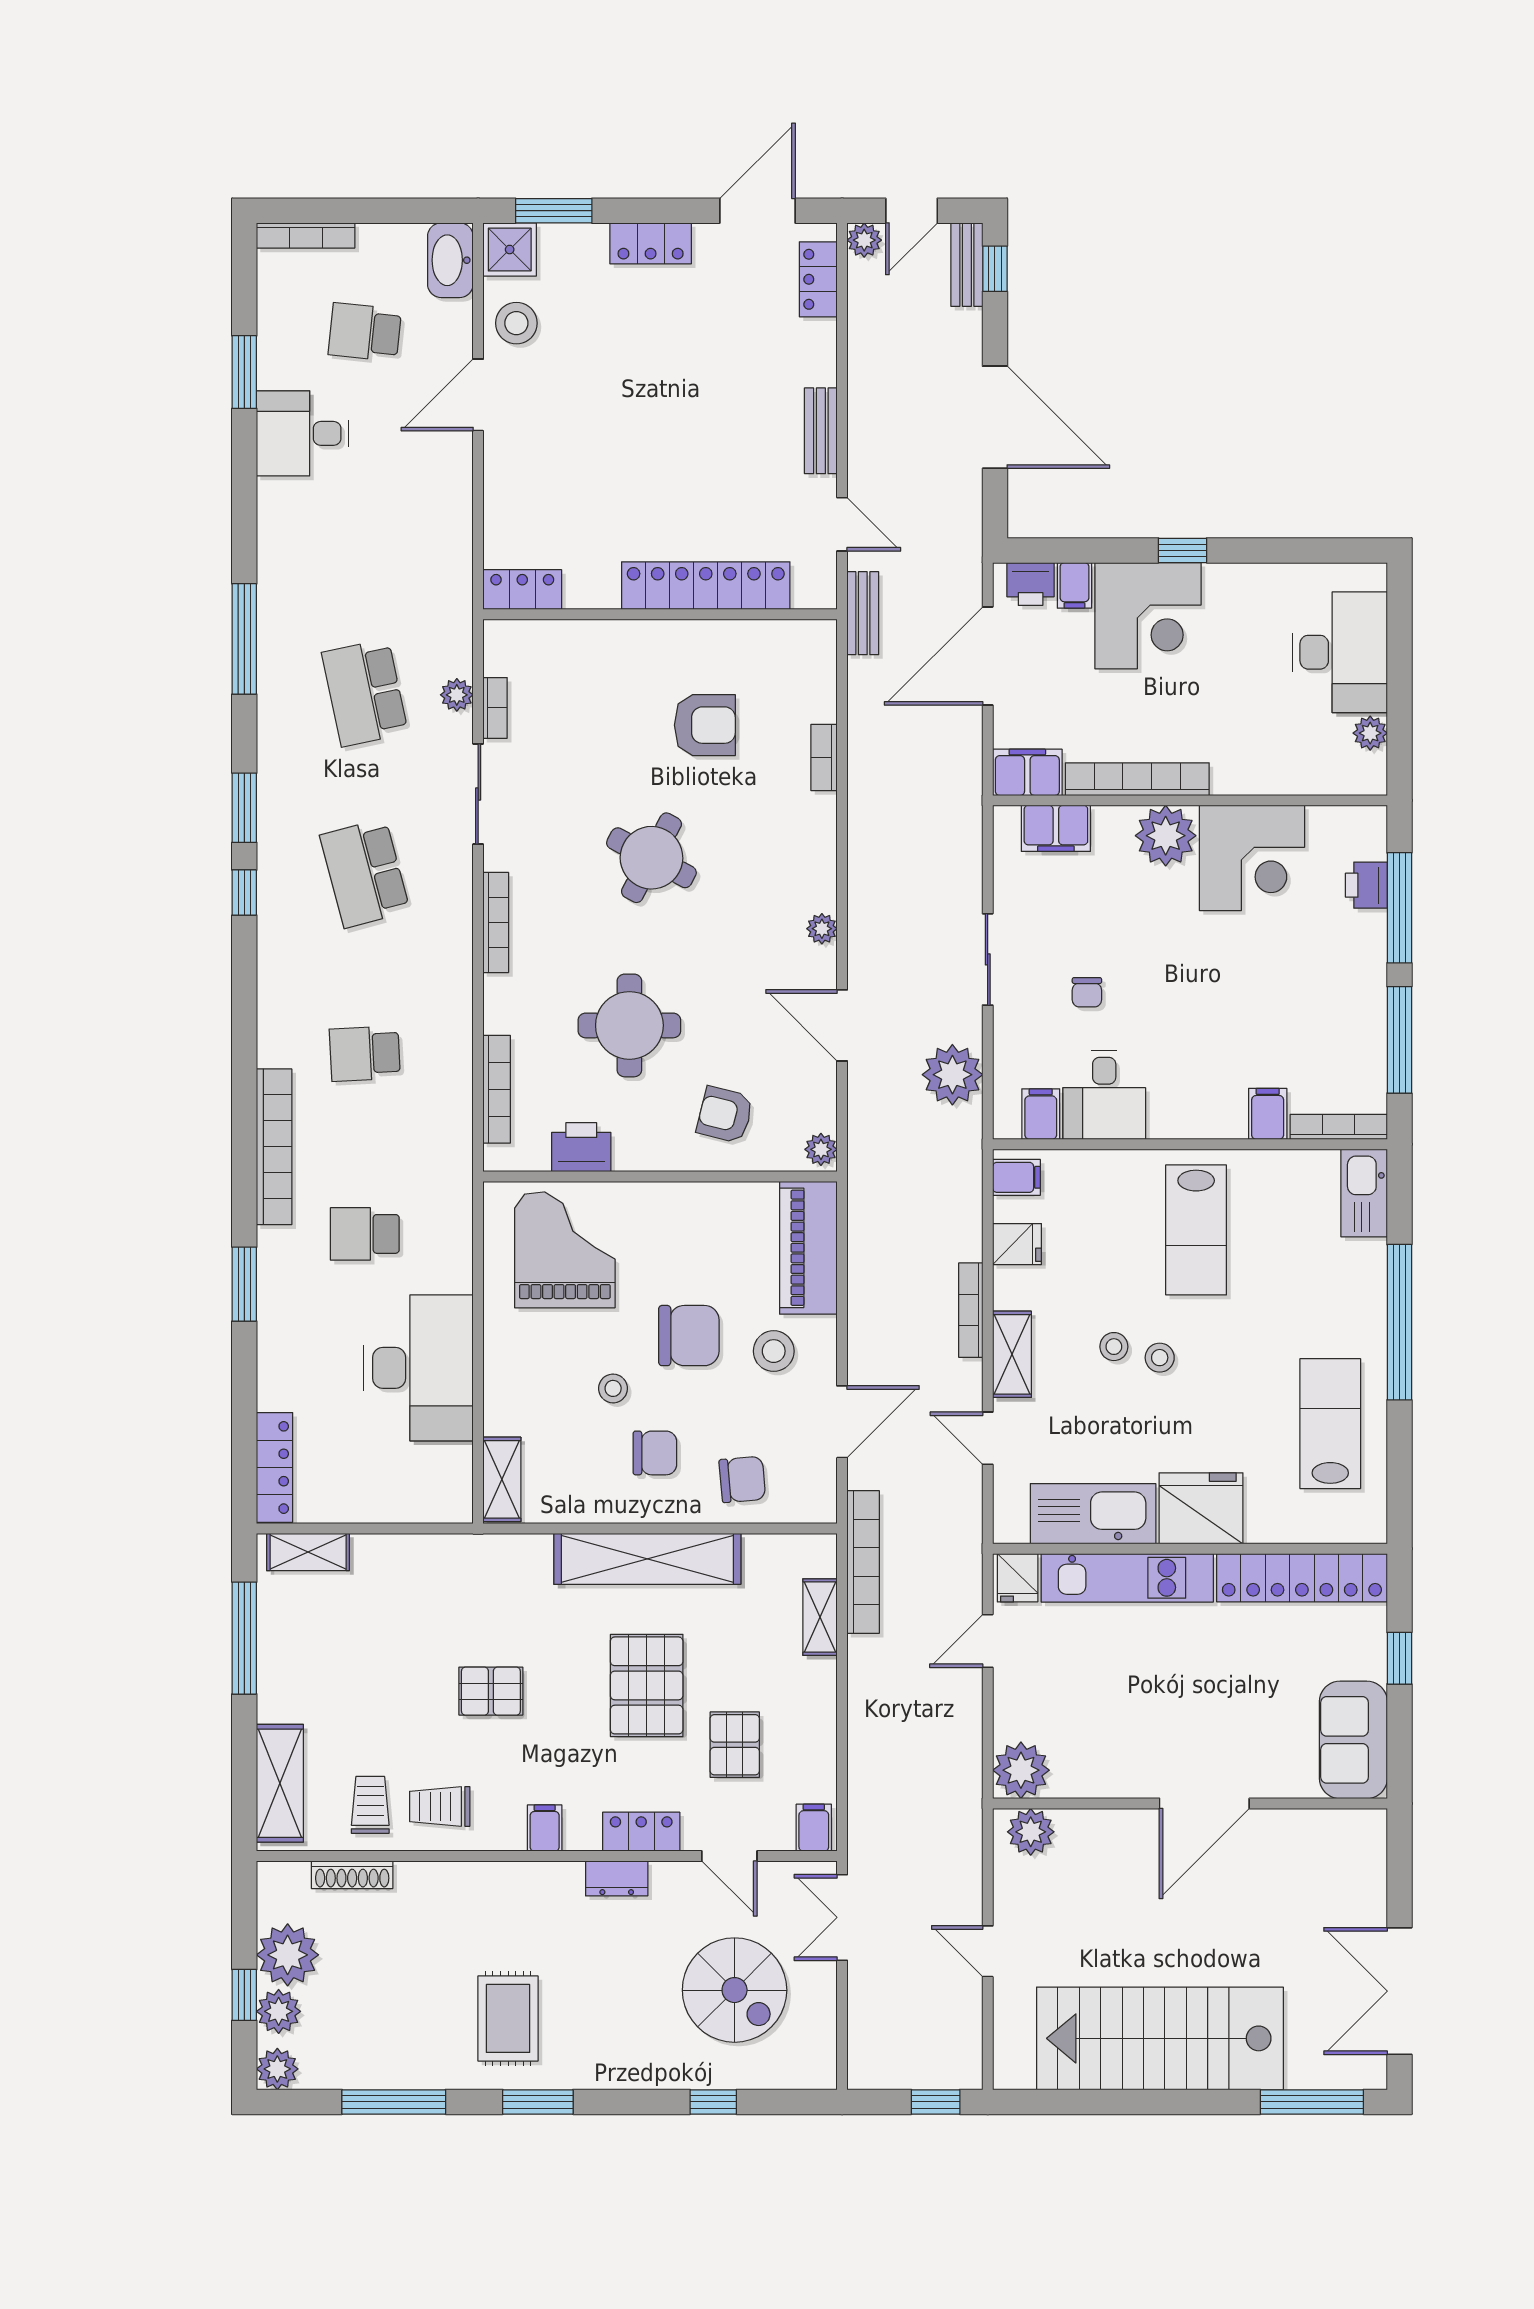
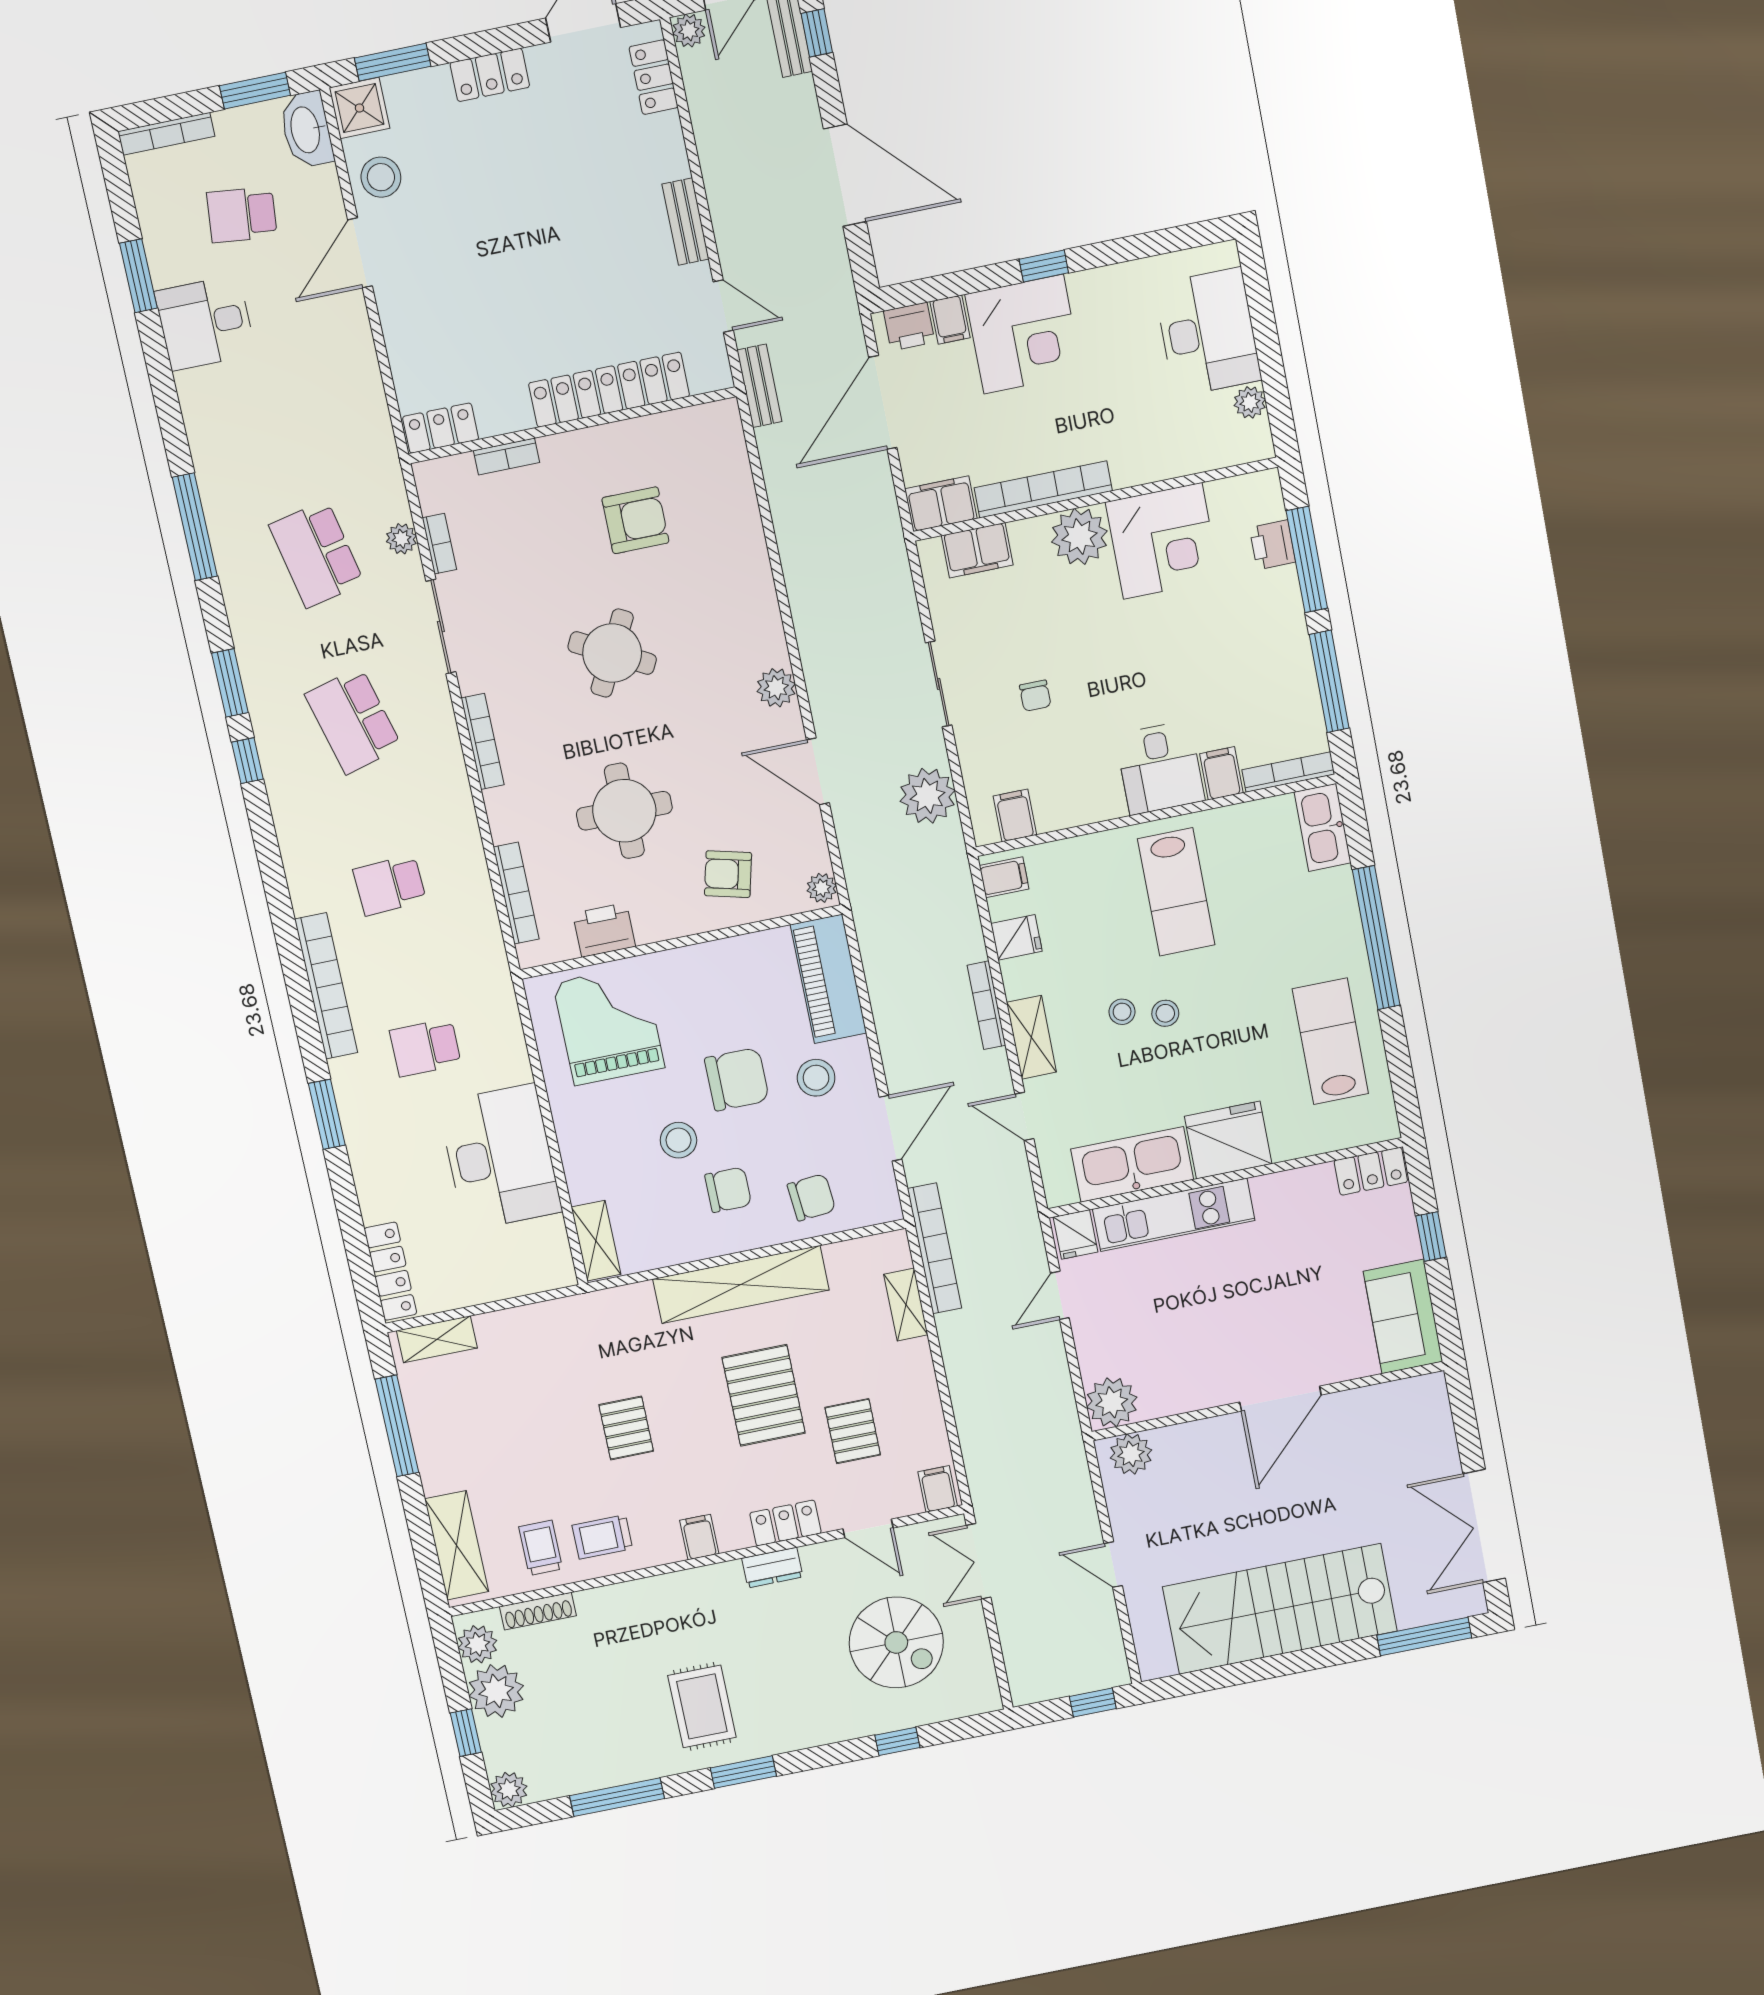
window: (406, 211) -> (255, 91), added
bookcase: (824, 758) -> (506, 456), moved, turned -90
plant: (822, 929) -> (776, 688), width x1.38, depth x1.38
desk: (1104, 1095) -> (1160, 768), moved
stool: (613, 1388) -> (678, 1140), width x1.37, depth x1.37
locker: (1302, 1578) -> (1371, 1171), width x0.46, depth x0.83
pallet: (491, 1691) -> (626, 1428), turned 90
plant: (279, 2011) -> (477, 1644), moved

